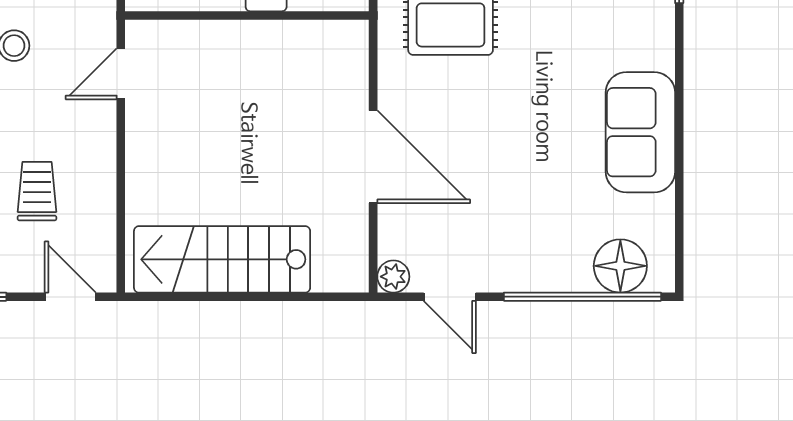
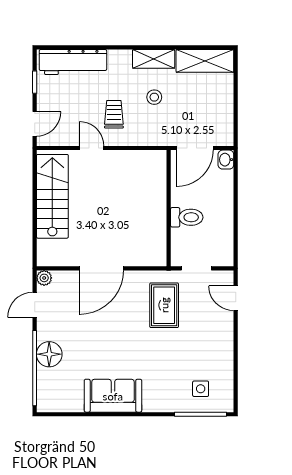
door: (121, 74) -> (92, 148), moved
trolley: (37, 191) -> (114, 114), moved, turned -90
floor lamp: (620, 266) -> (49, 354), moved

